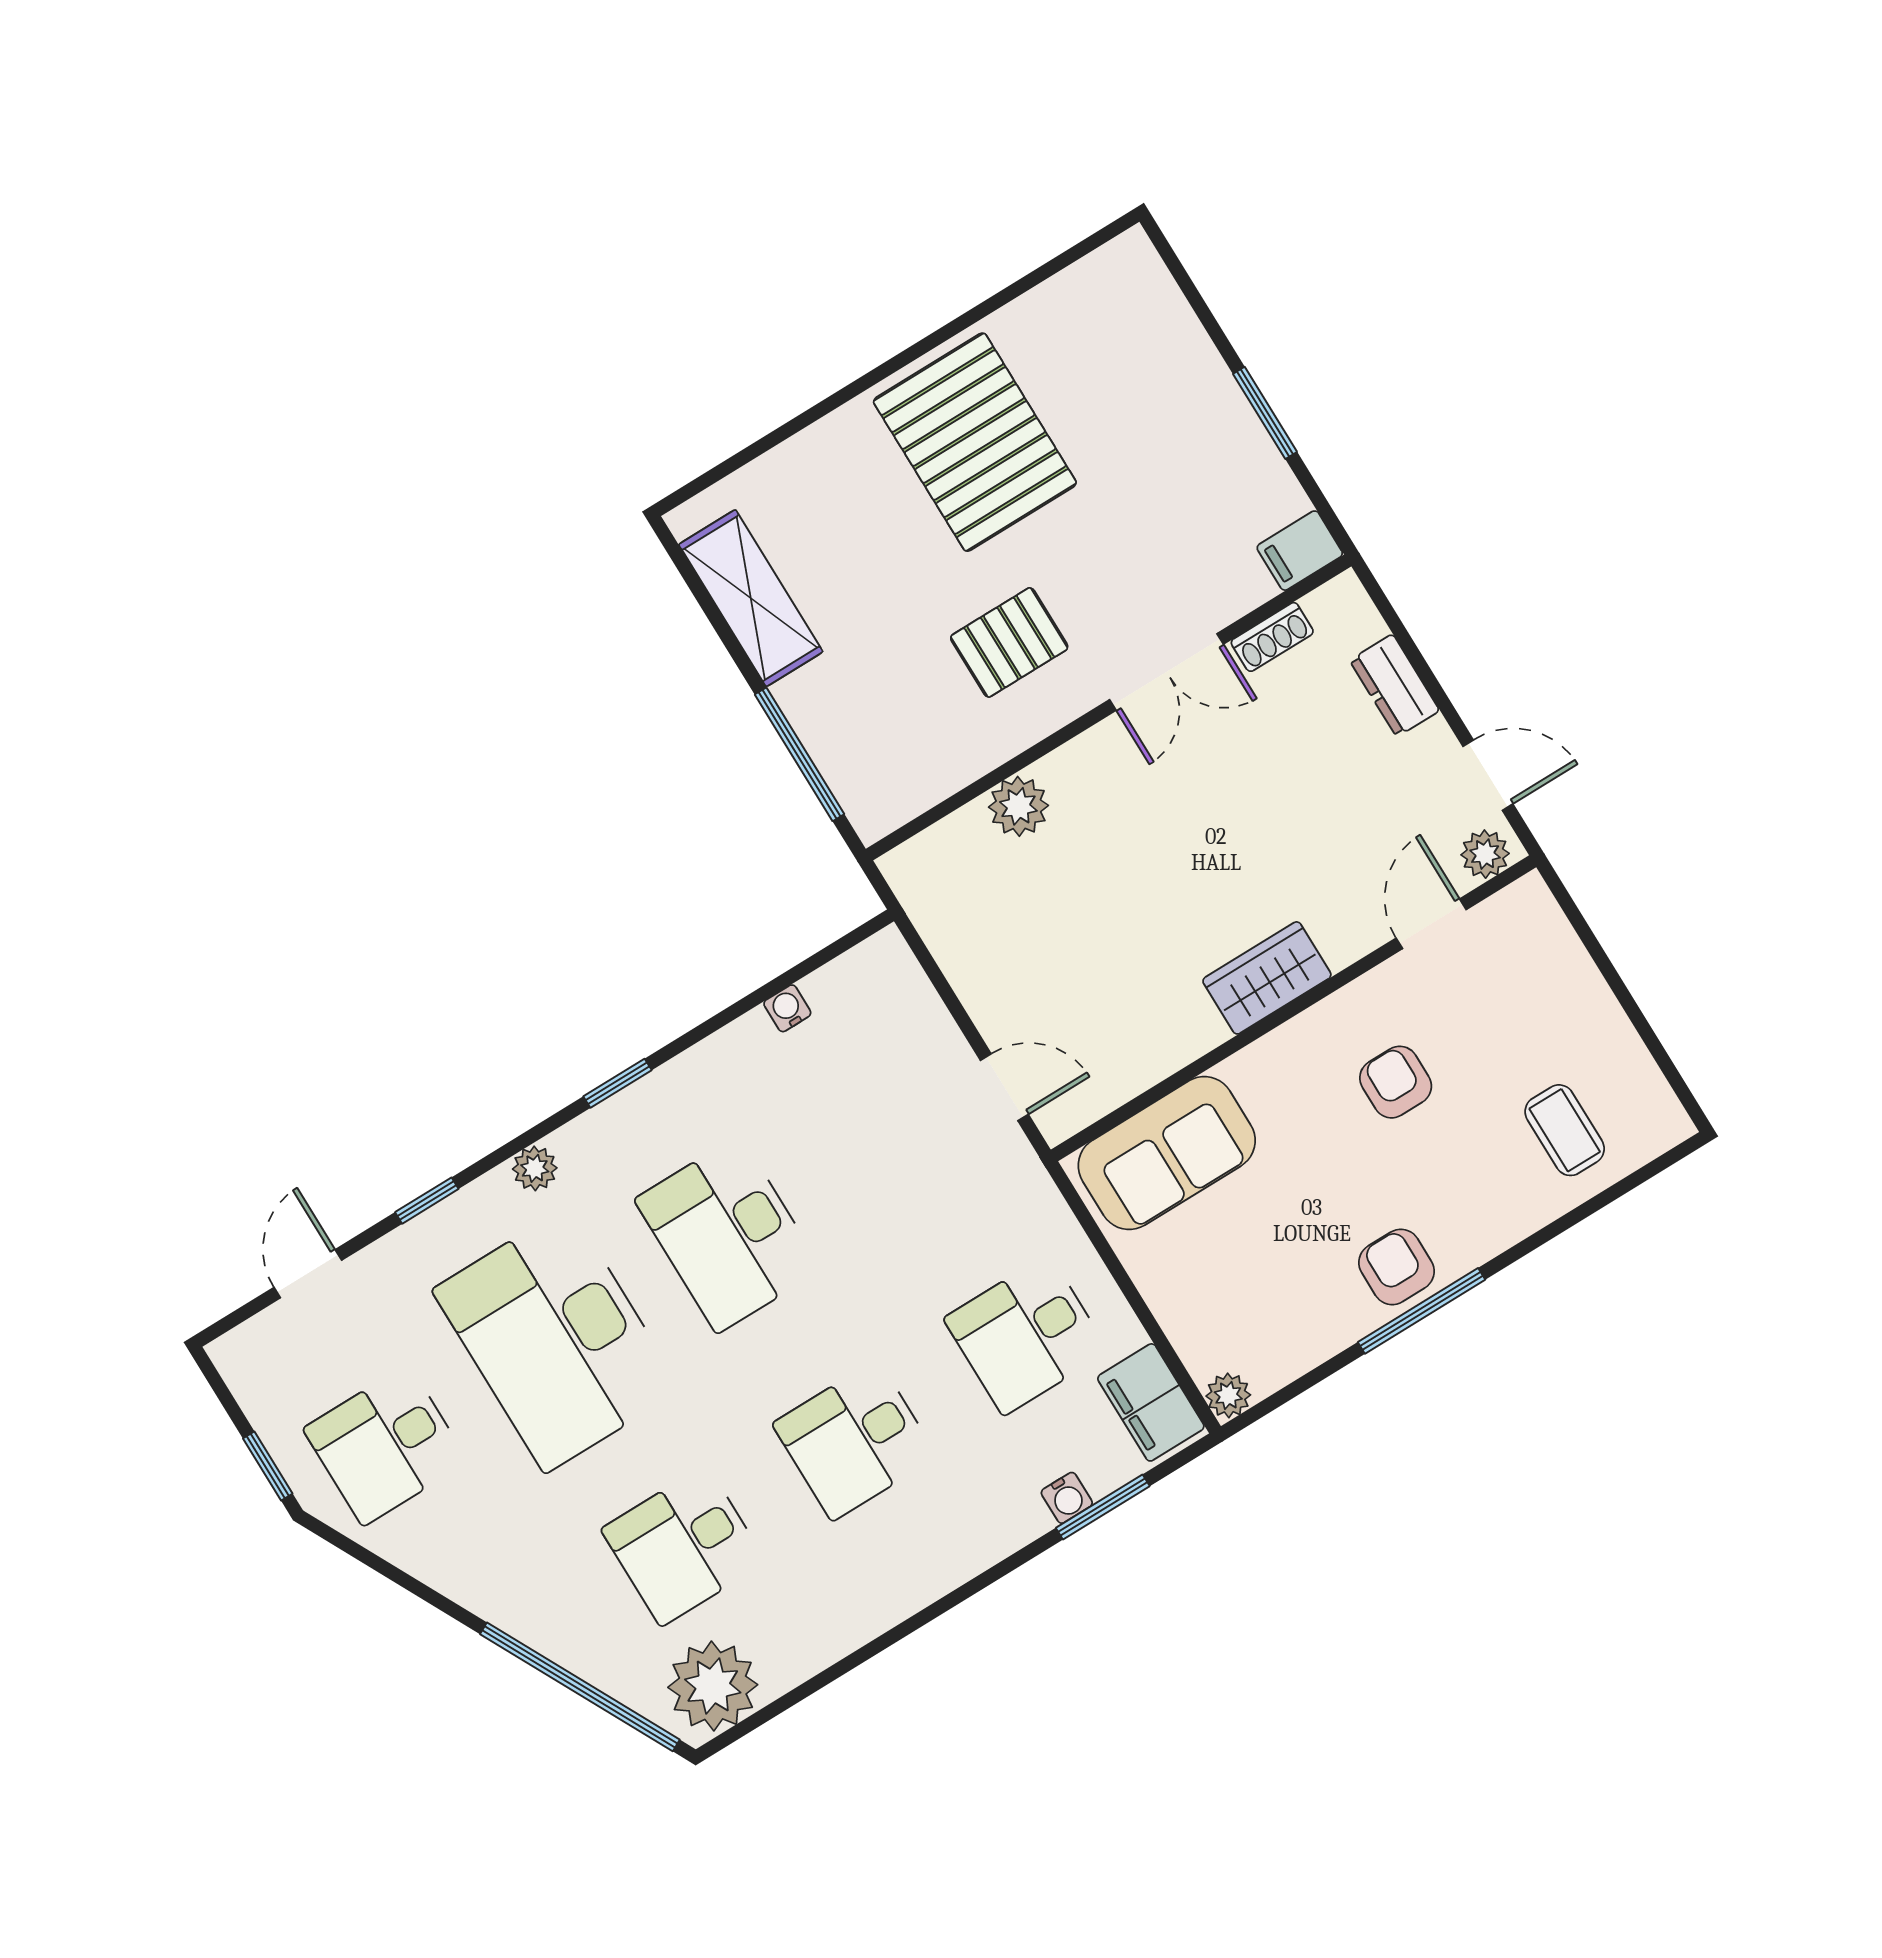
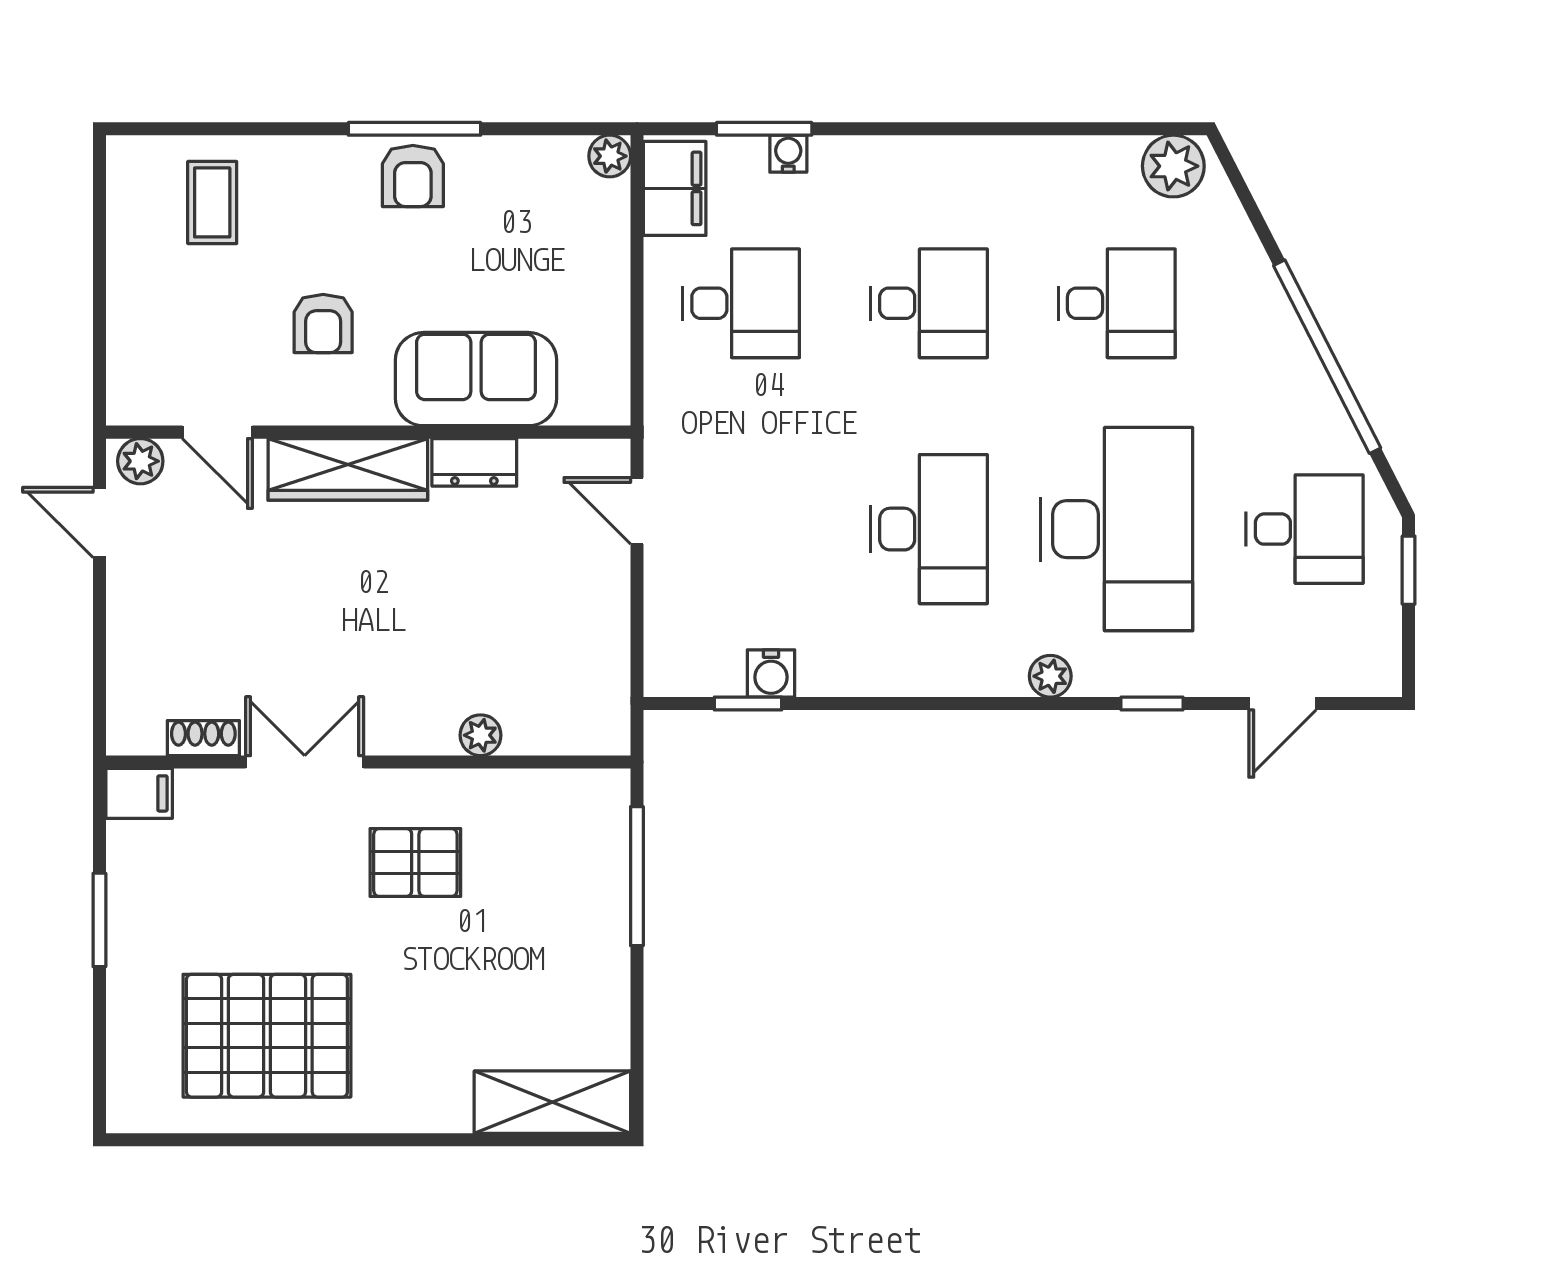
pallet: (975, 442) -> (267, 1036), moved, turned 90
shelving: (751, 598) -> (552, 1102), moved, turned 90
dresser: (1395, 685) -> (474, 462), moved, turned 90
plant: (1018, 806) -> (481, 735), width x0.73, depth x0.73
door: (1431, 924) -> (217, 432), hinge flipped
wardrobe: (1267, 978) -> (348, 469), width x1.50
water cooler: (787, 1008) -> (771, 673), width x1.38, depth x1.38
window: (618, 1083) -> (748, 704), moved
sofa: (1167, 1153) -> (476, 379), moved
plant: (713, 1686) -> (1173, 166), width x0.73, depth x0.73
window: (580, 1687) -> (1327, 357), moved

